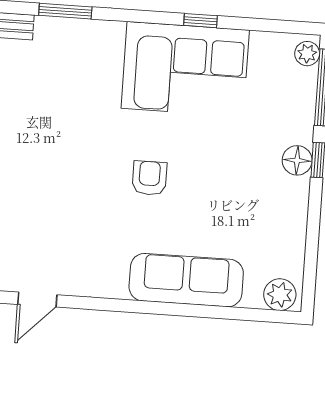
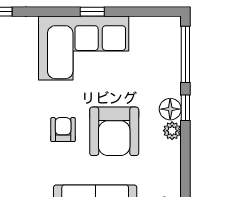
plant: (307, 54) -> (172, 131), moved
armchair: (219, 185) -> (114, 131), added

